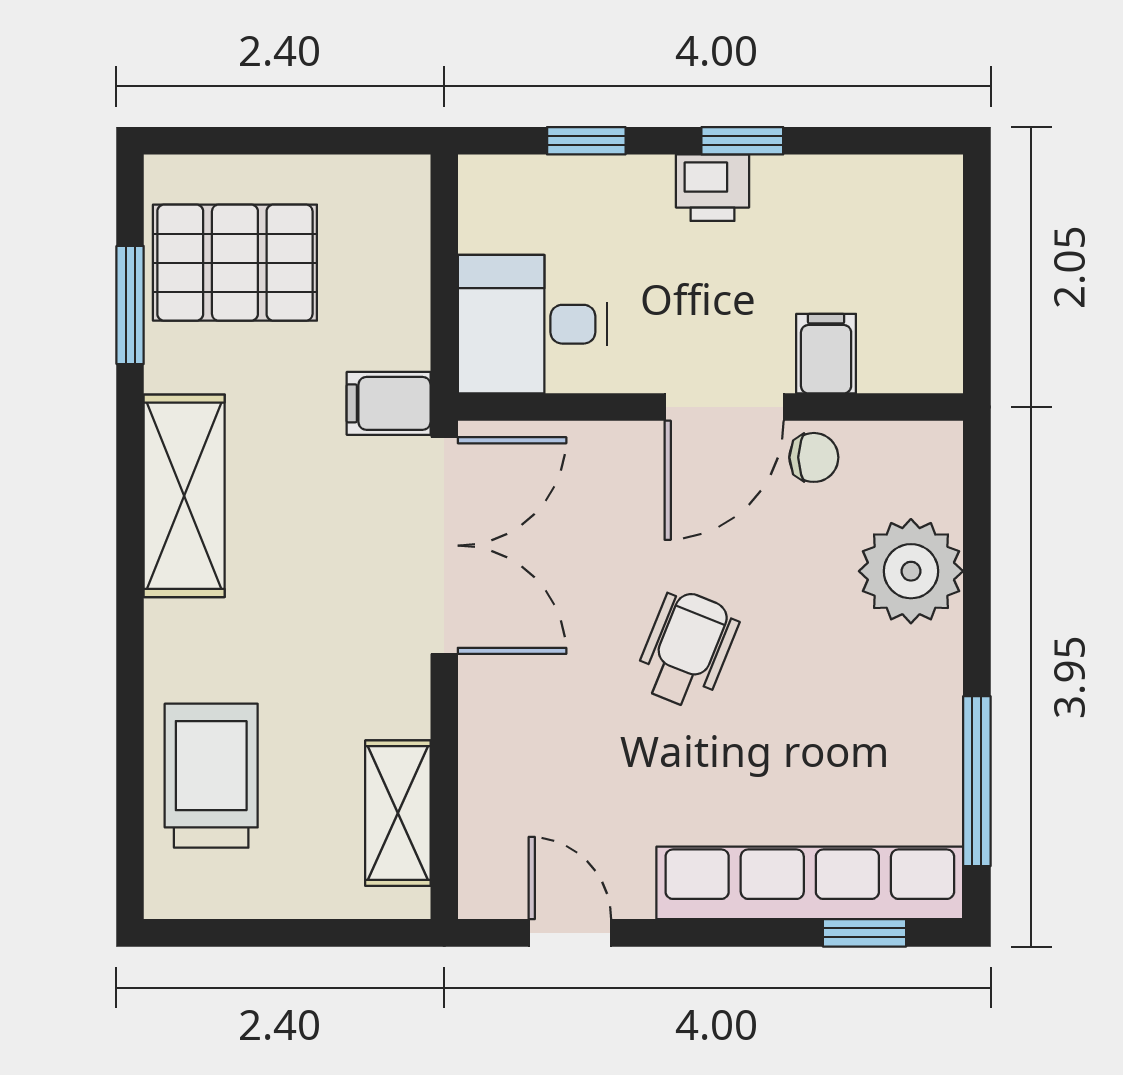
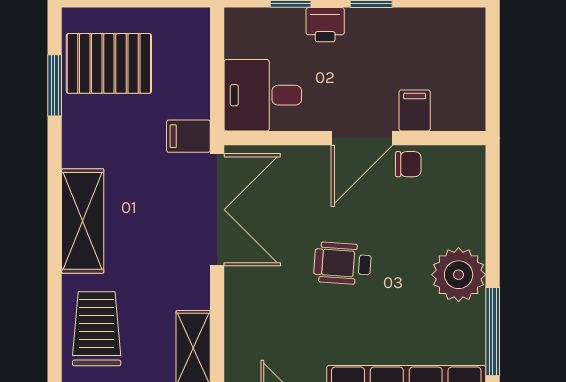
printer: (712, 188) -> (325, 25), moved
shelving: (184, 496) -> (83, 221), moved
plant: (911, 571) -> (459, 275), moved
wheelchair: (687, 649) -> (342, 263), turned -108

